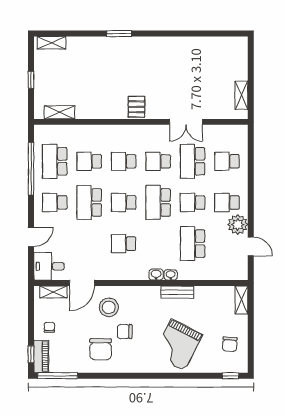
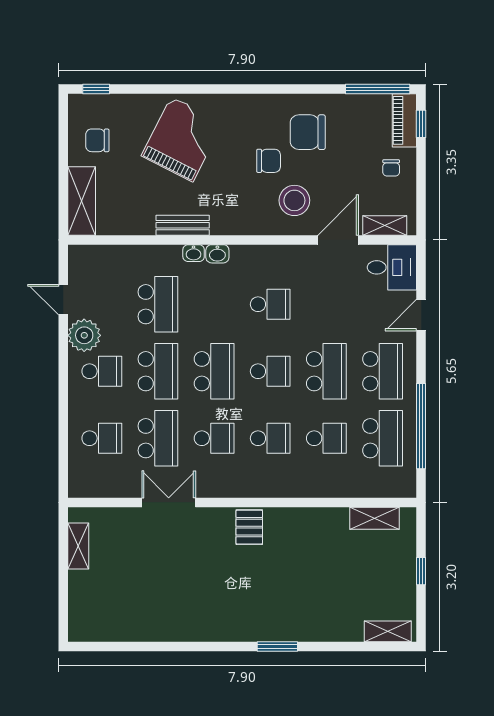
school desk: (55, 202) -> (383, 371), width x1.85
school desk: (193, 202) -> (158, 371), width x1.85
shelving: (241, 300) -> (82, 201), width x1.50, depth x1.33
chair: (230, 344) -> (97, 140), turned -94
chair: (101, 349) -> (308, 132), turned -90

